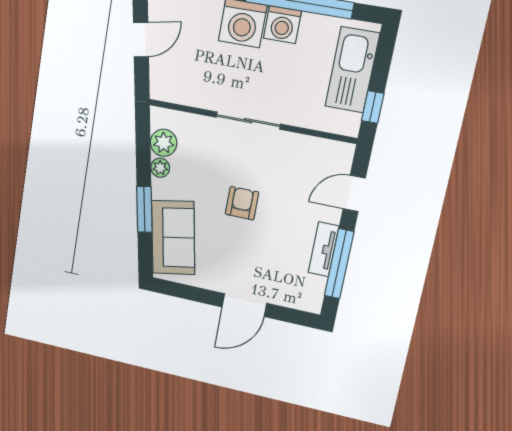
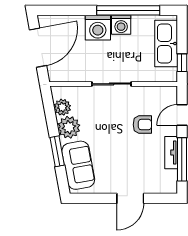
door: (141, 40) -> (38, 48), width x1.88
plant: (160, 168) -> (69, 127), width x1.88, depth x1.88
armchair: (242, 203) -> (142, 125), moved, turned 90

